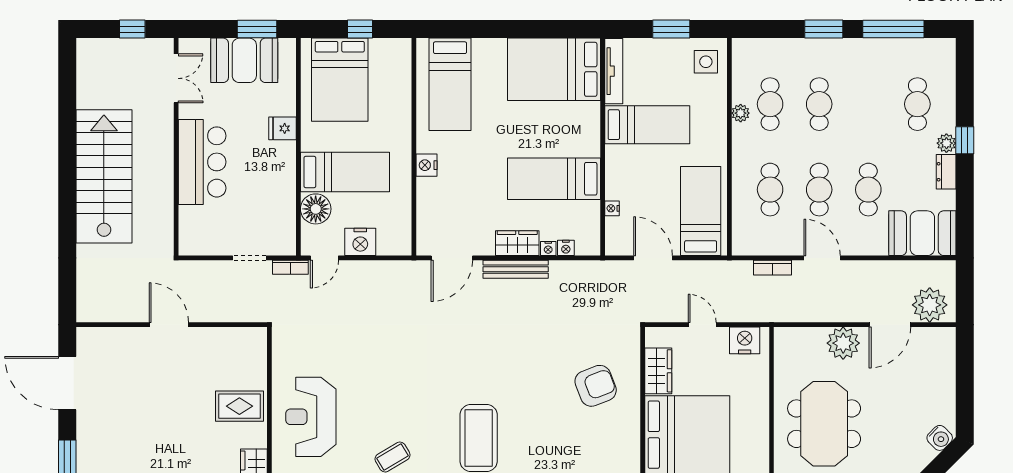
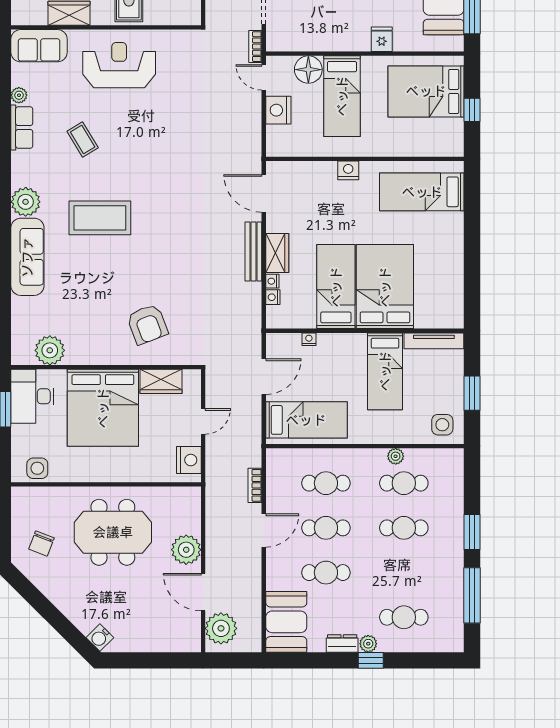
bed: (554, 69) -> (385, 287), moved

